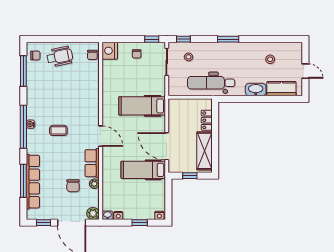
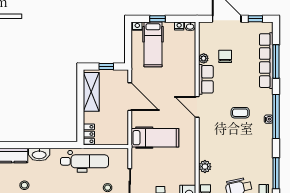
locker: (207, 120) -> (89, 134), moved
hospital bed: (143, 170) -> (153, 44), moved, turned 90
plant: (93, 213) -> (205, 167), moved

